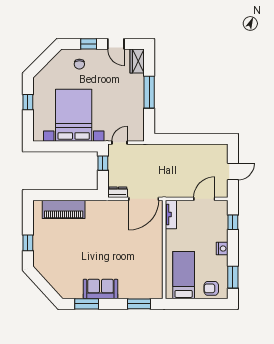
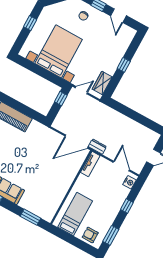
wardrobe: (137, 61) -> (102, 83), moved
window: (149, 92) -> (124, 65), width x0.46
dresser: (118, 192) -> (97, 147), moved
door: (204, 199) -> (121, 166), hinge flipped
window: (233, 222) -> (127, 206), moved
nightstand: (222, 249) -> (129, 182), moved

